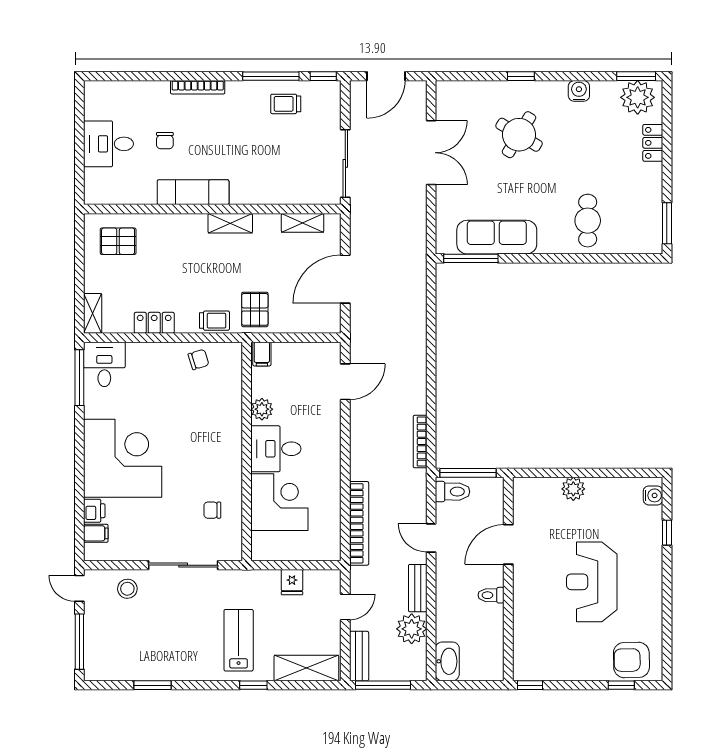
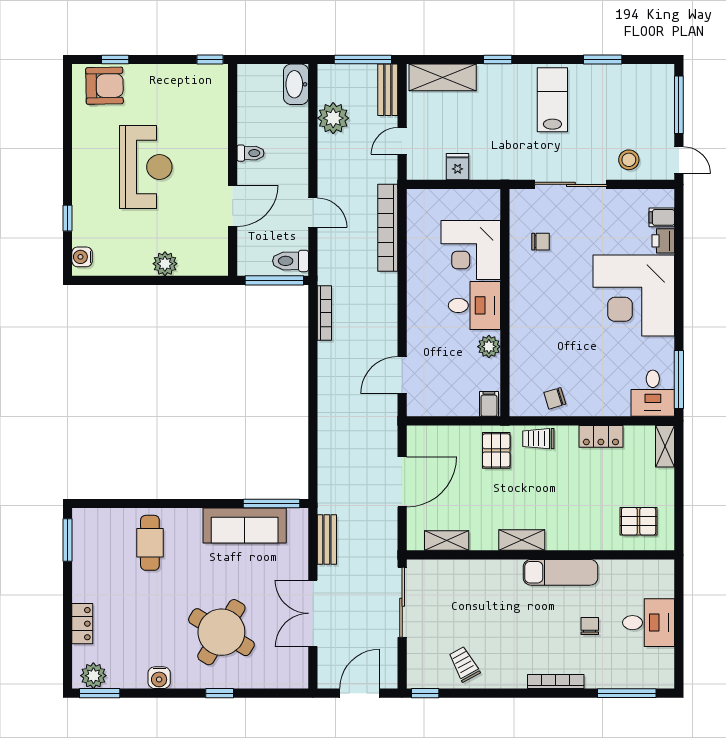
window: (271, 76) -> (627, 693), moved
plant: (638, 97) -> (93, 676), width x0.73, depth x0.73
trolley: (286, 104) -> (464, 664), turned -119
round table: (519, 135) -> (221, 632), width x1.36, depth x1.36
bench: (418, 588) -> (327, 539), moved
lab bench: (239, 640) -> (552, 100), moved, turned 180

